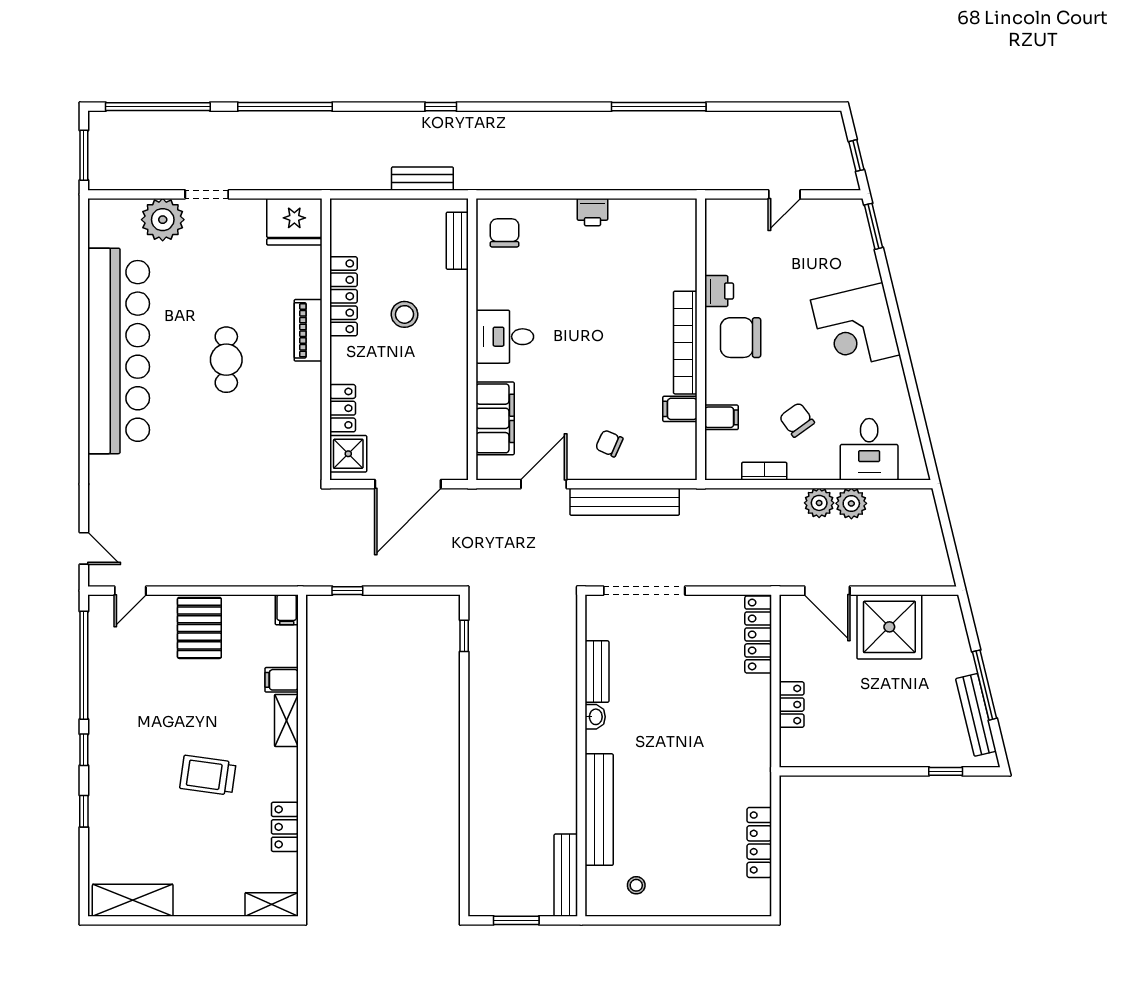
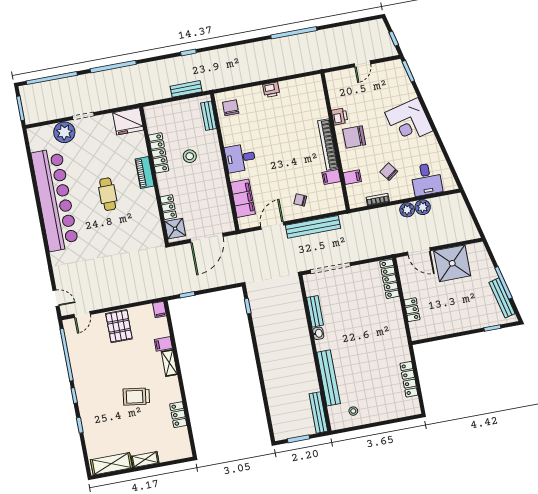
shelving: (272, 904) -> (145, 460), moved

